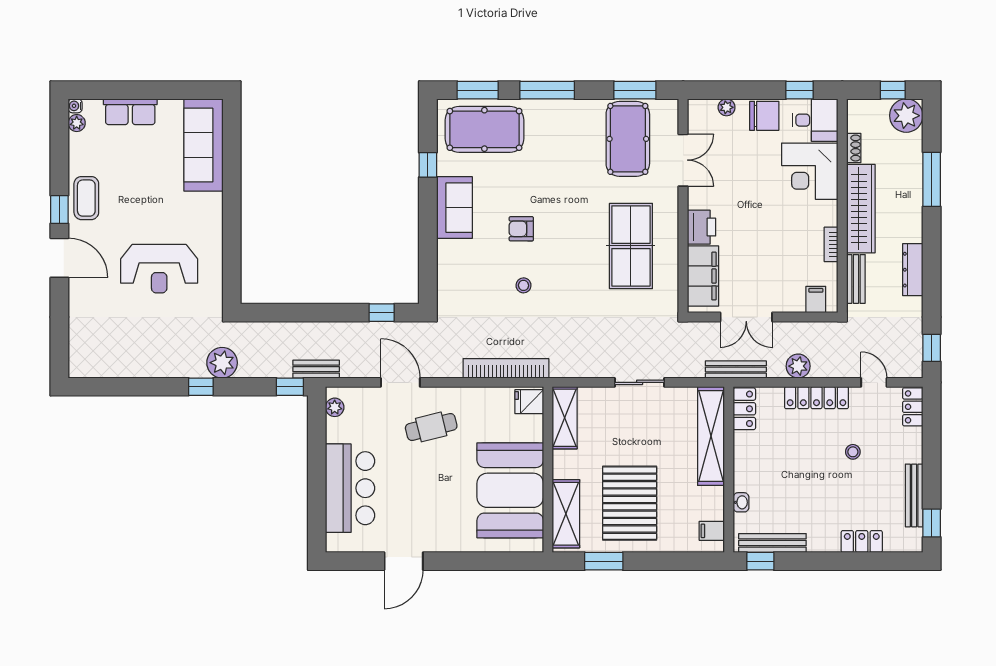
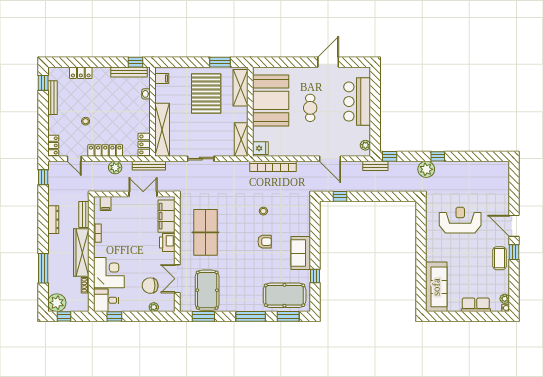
chair: (764, 116) -> (150, 286), moved
cafe table: (431, 427) -> (310, 108), moved, turned -76

